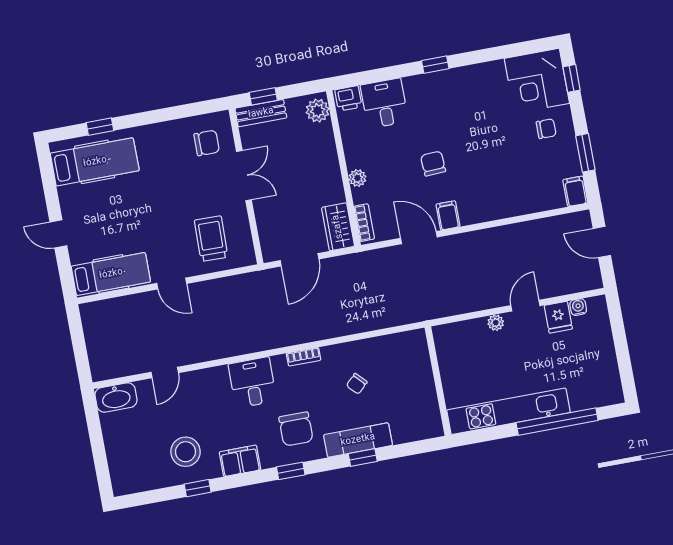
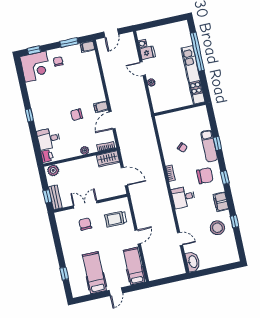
chair: (207, 143) -> (85, 224), moved
hospital bed: (95, 162) -> (94, 273), moved

